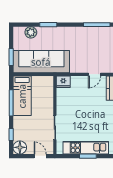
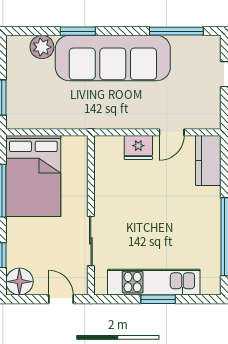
sofa: (41, 62) -> (113, 58), moved, turned 180
fridge: (63, 82) -> (138, 148), moved
bed: (22, 96) -> (33, 176), width x1.50

